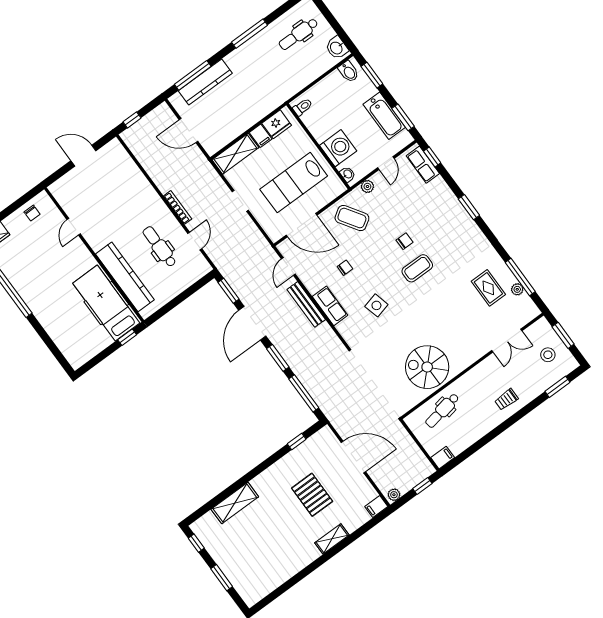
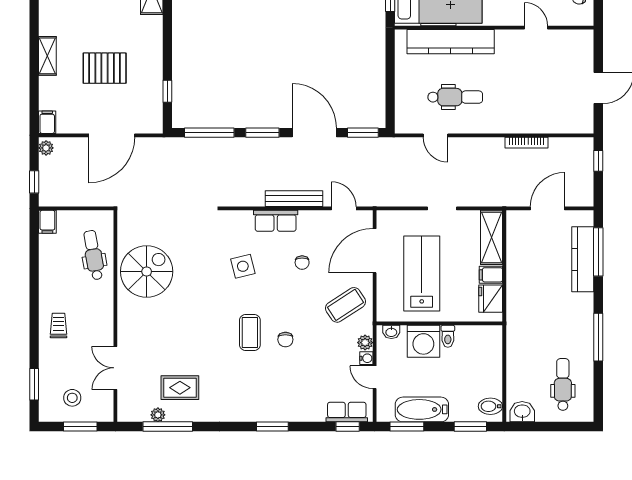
toilet: (303, 107) -> (448, 336), moved
water cooler: (377, 178) -> (366, 358), added
bookcase: (178, 207) -> (527, 143), moved

